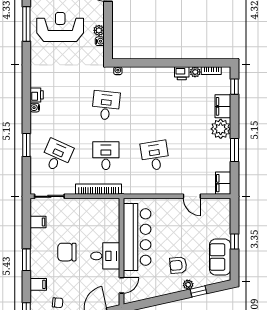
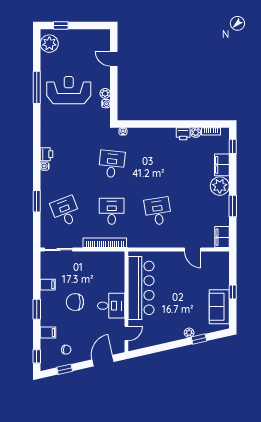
desk: (57, 156) -> (66, 211), turned -45
filing cabinet: (38, 222) -> (48, 285), moved
armchair: (178, 265) -> (180, 314), removed

